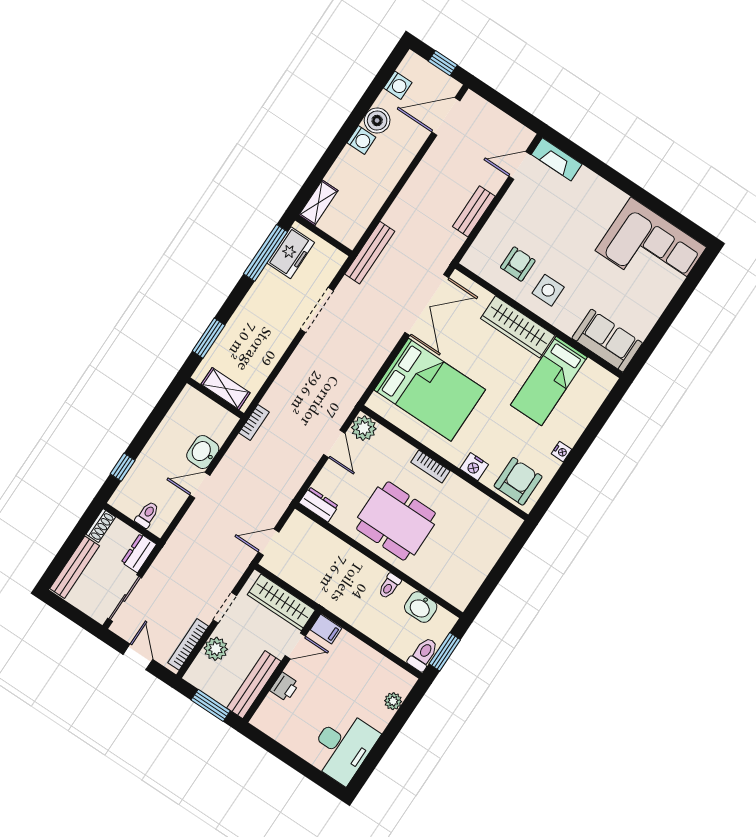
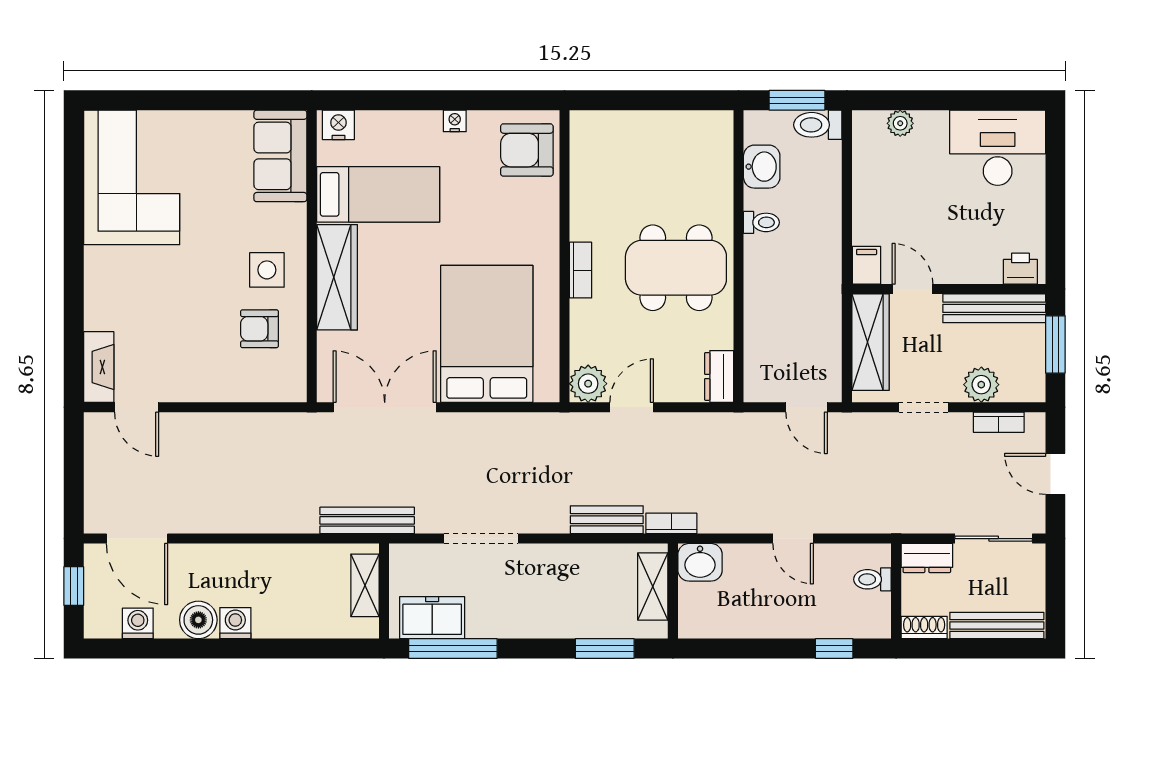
shelving: (318, 203) -> (365, 585), moved, turned 90
bench: (474, 211) -> (607, 520), moved
washbasin: (203, 452) -> (700, 562), moved
nightstand: (474, 467) -> (338, 125), moved, turned -90
dining table: (396, 521) -> (676, 268), turned 90
bookcase: (188, 644) -> (999, 422), width x0.64
door: (138, 657) -> (1055, 474), hinge flipped
printer: (285, 687) -> (1020, 269), moved

